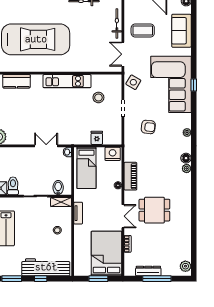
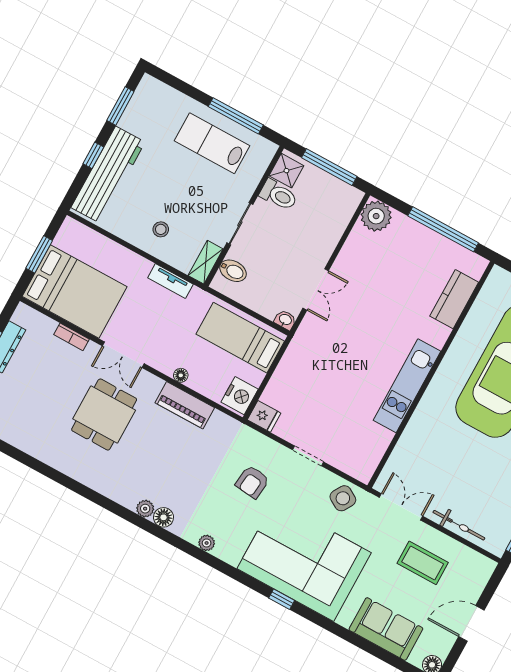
coffee table: (143, 31) -> (423, 563), turned 90
stool: (98, 97) -> (349, 424), removed
fridge: (97, 138) -> (264, 416), moved

